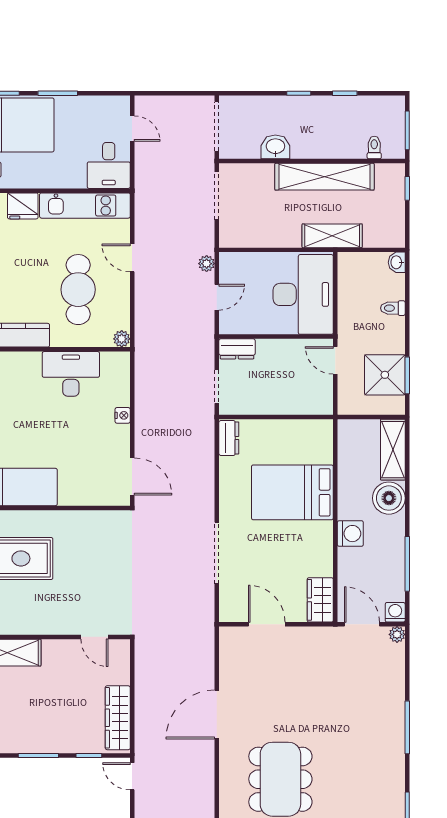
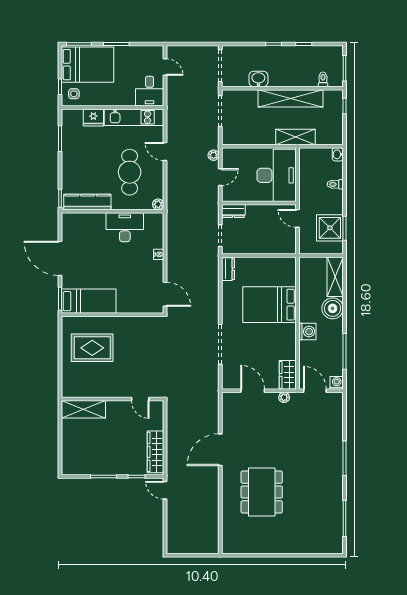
plant: (397, 634) -> (284, 397), moved

